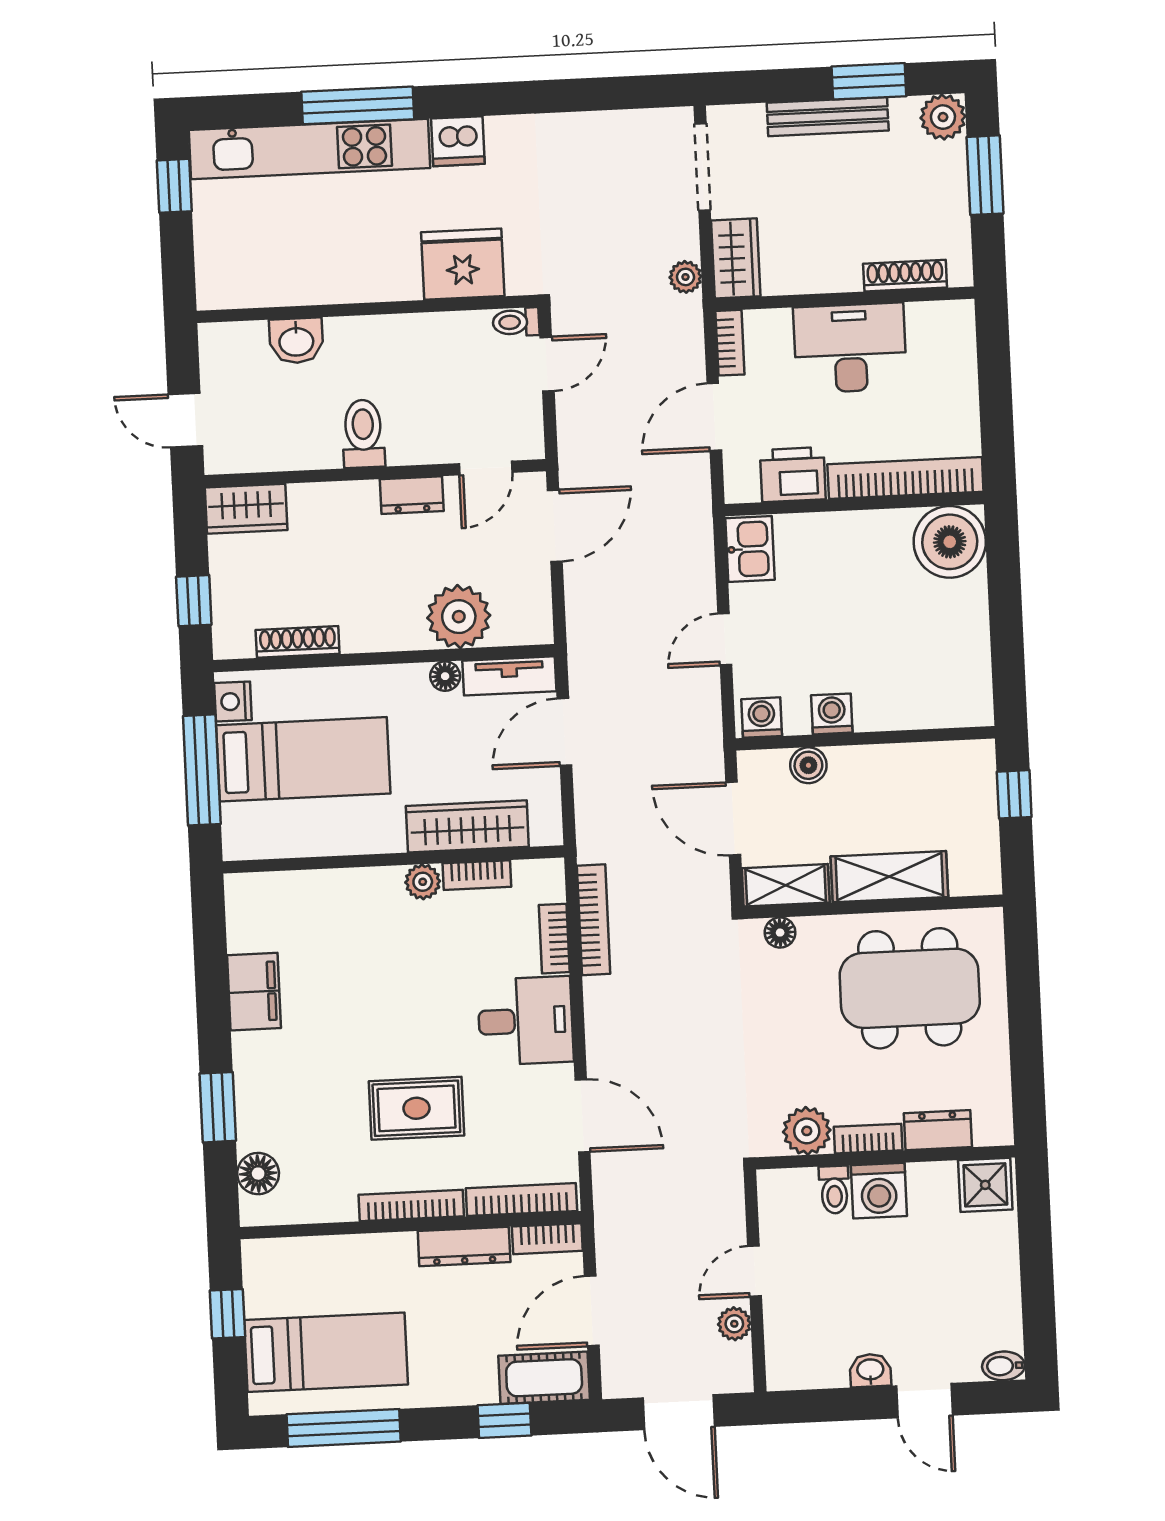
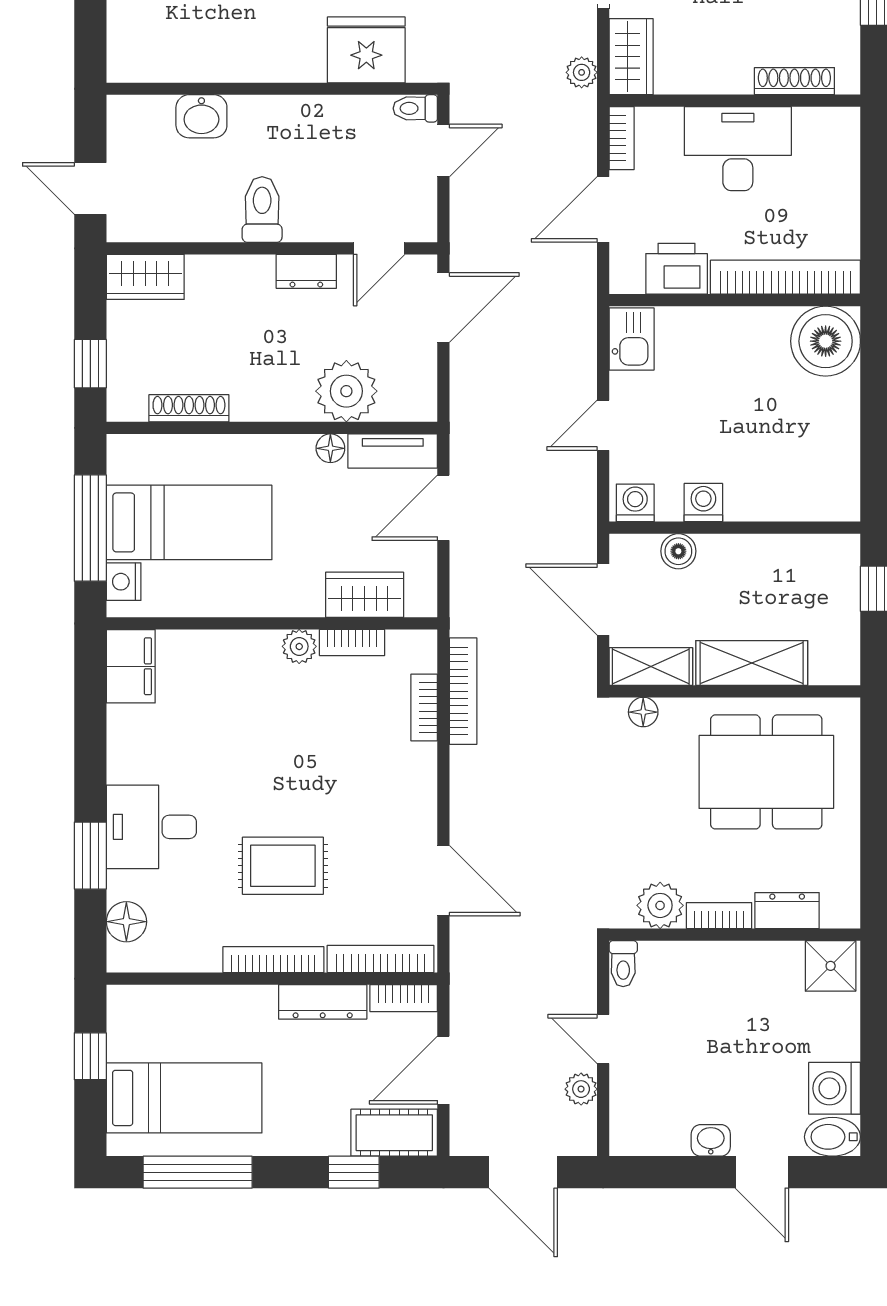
nightstand: (233, 702) -> (124, 582), moved
wardrobe: (467, 826) -> (365, 595), width x0.67
filing cabinet: (254, 992) -> (131, 666), moved
desk: (525, 1021) -> (151, 827), moved, turned 180
toilet: (834, 1190) -> (623, 964), moved
washing machine: (879, 1191) -> (835, 1088), moved, turned 90
door: (755, 1271) -> (603, 1039), hinge flipped
bidet: (1003, 1366) -> (832, 1137), width x1.38, depth x1.36

